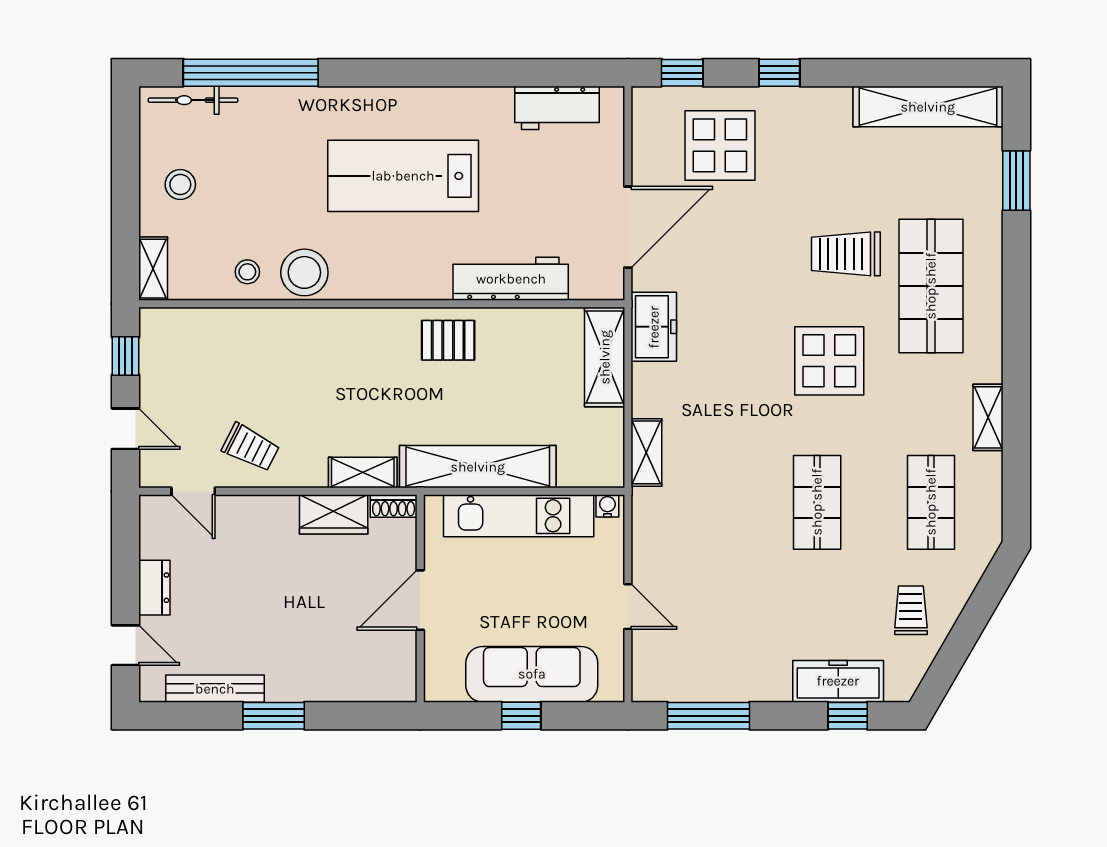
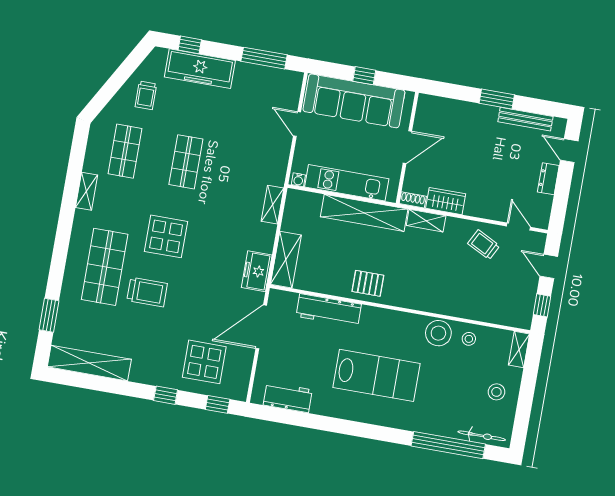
sofa: (532, 674) -> (354, 101), width x1.36, depth x1.27
freezer: (838, 681) -> (200, 69), width x1.36, depth x1.26

